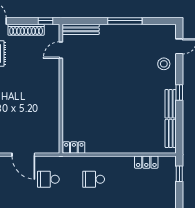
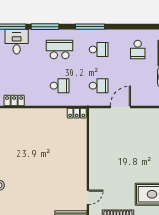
door: (23, 155) -> (120, 107), hinge flipped

